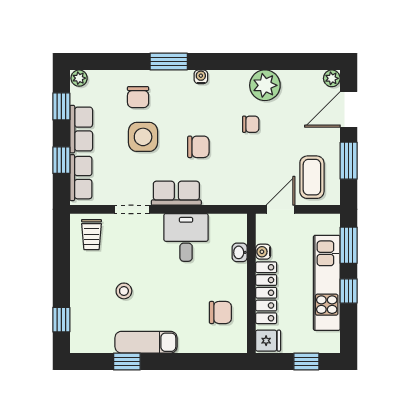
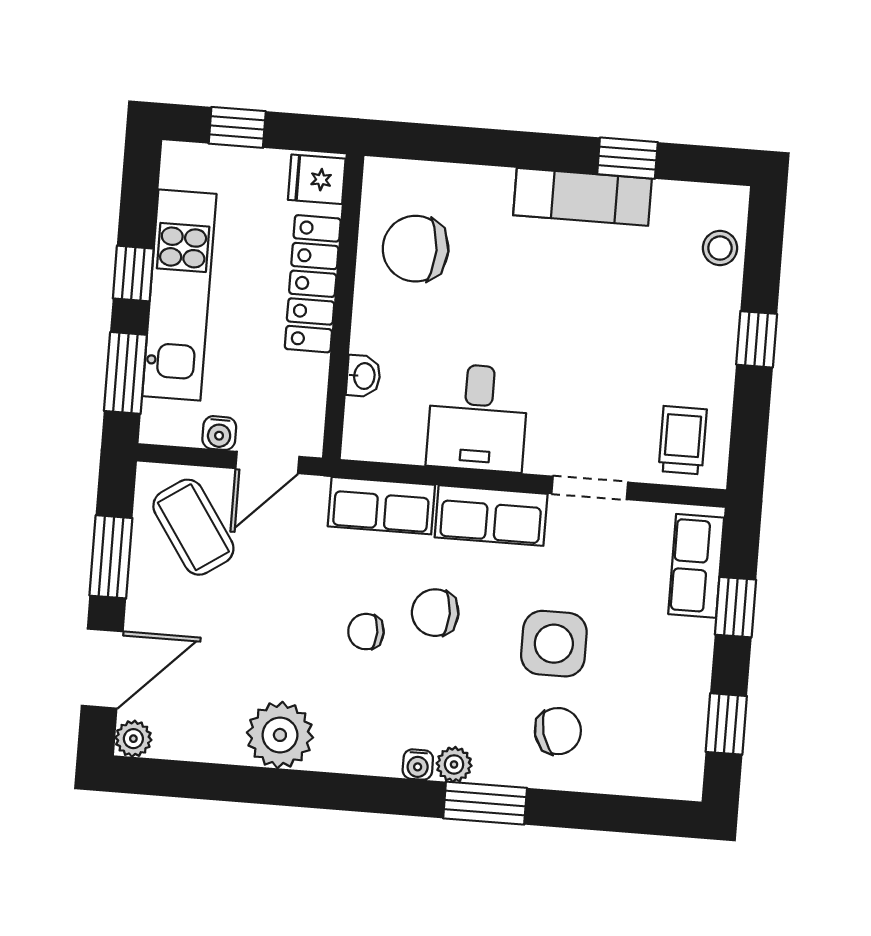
plant: (79, 78) -> (454, 764), moved
chair: (138, 97) -> (558, 731), turned 75
chair: (251, 124) -> (366, 632), moved
row of seats: (81, 129) -> (381, 506), moved, turned -90
coffee table: (312, 177) -> (193, 527), turned -34
water cooler: (263, 252) -> (219, 433), moved, turned 90
stool: (124, 291) -> (720, 248), moved
chair: (220, 312) -> (416, 249), width x1.37, depth x1.37
window: (61, 320) -> (757, 339), moved

